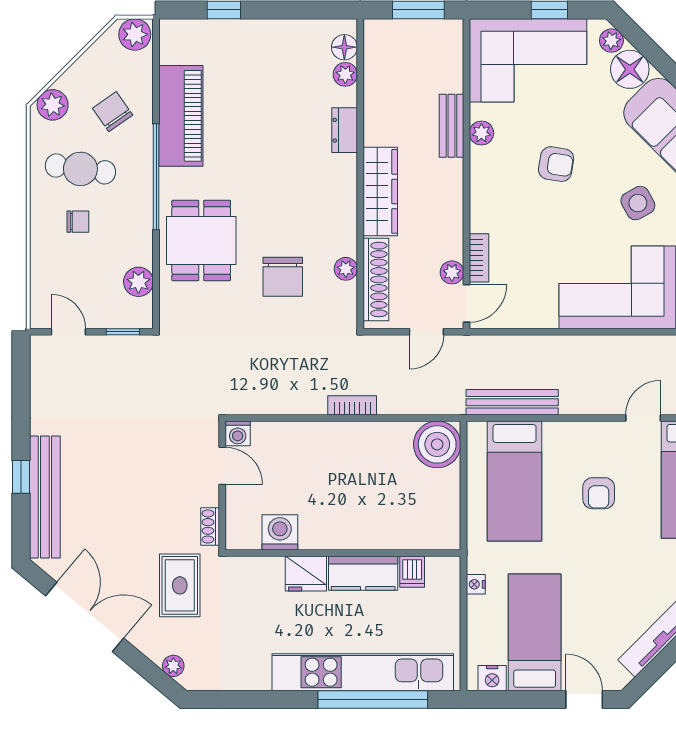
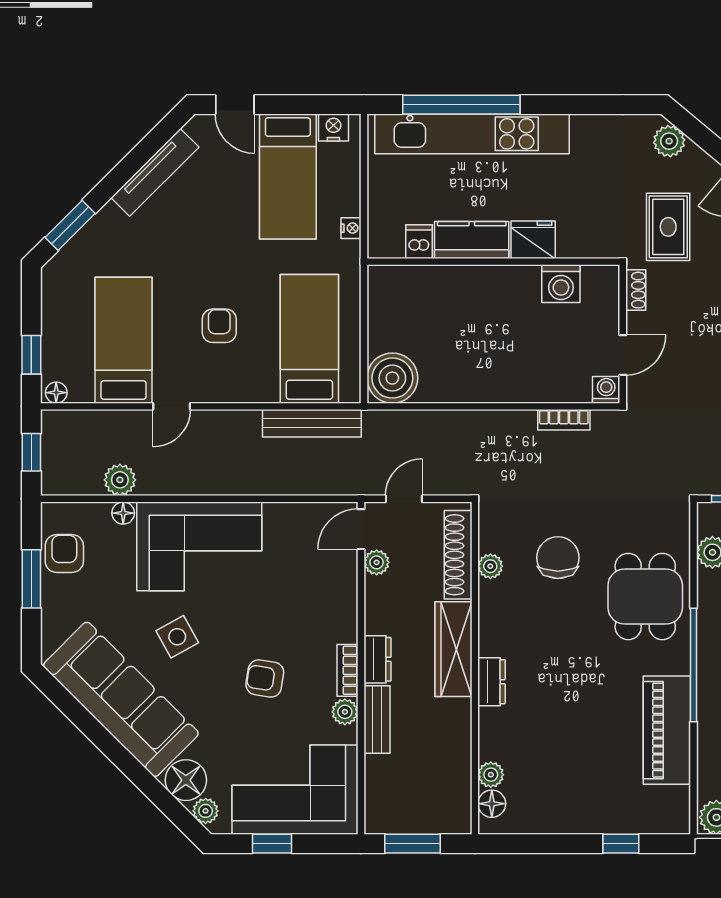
dresser: (345, 130) -> (492, 682), moved
dresser: (451, 182) -> (377, 659), added
bookcase: (479, 258) -> (347, 670), moved
bookcase: (352, 405) -> (564, 420), moved
door: (222, 466) -> (623, 355), swing flipped
plant: (173, 666) -> (669, 141), width x1.38, depth x1.38

